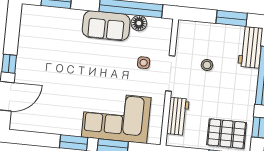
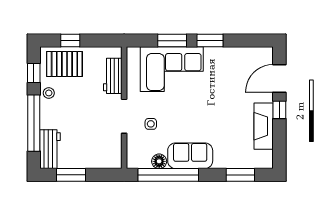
fireplace: (27, 49) -> (264, 126), added
stool: (207, 65) -> (49, 93), moved

